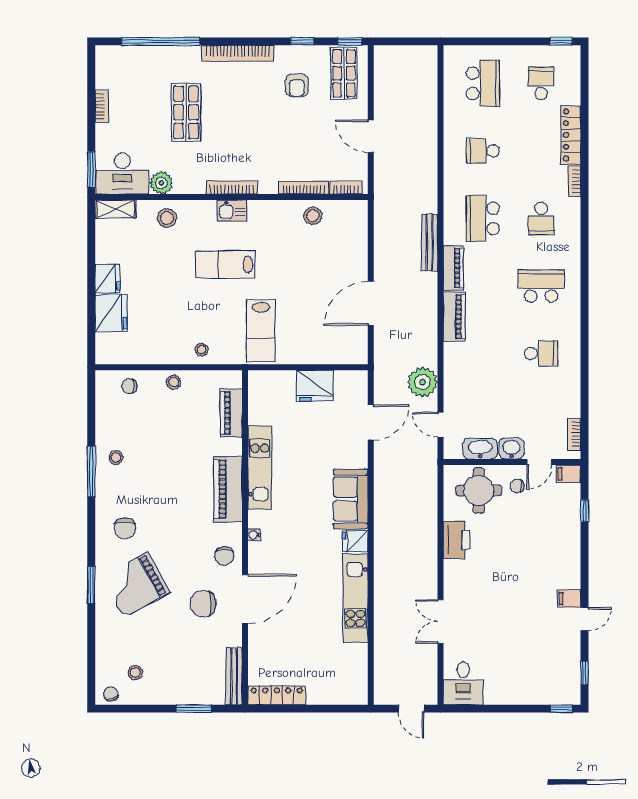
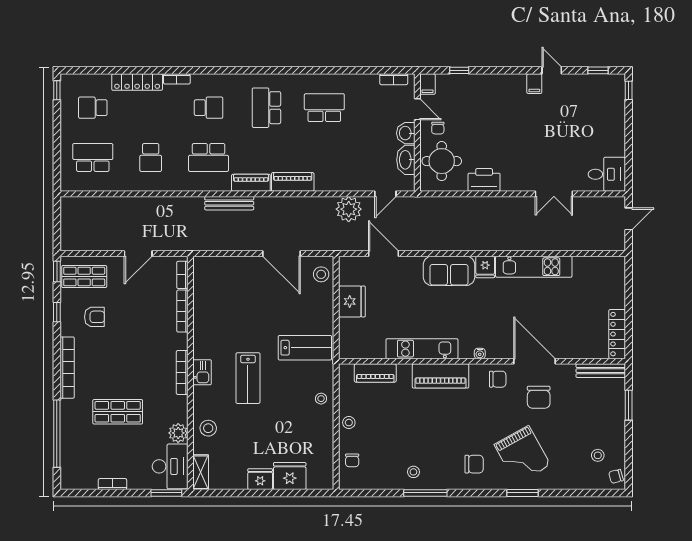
stool: (313, 216) -> (321, 274), moved
school desk: (541, 354) -> (324, 108), width x1.85

